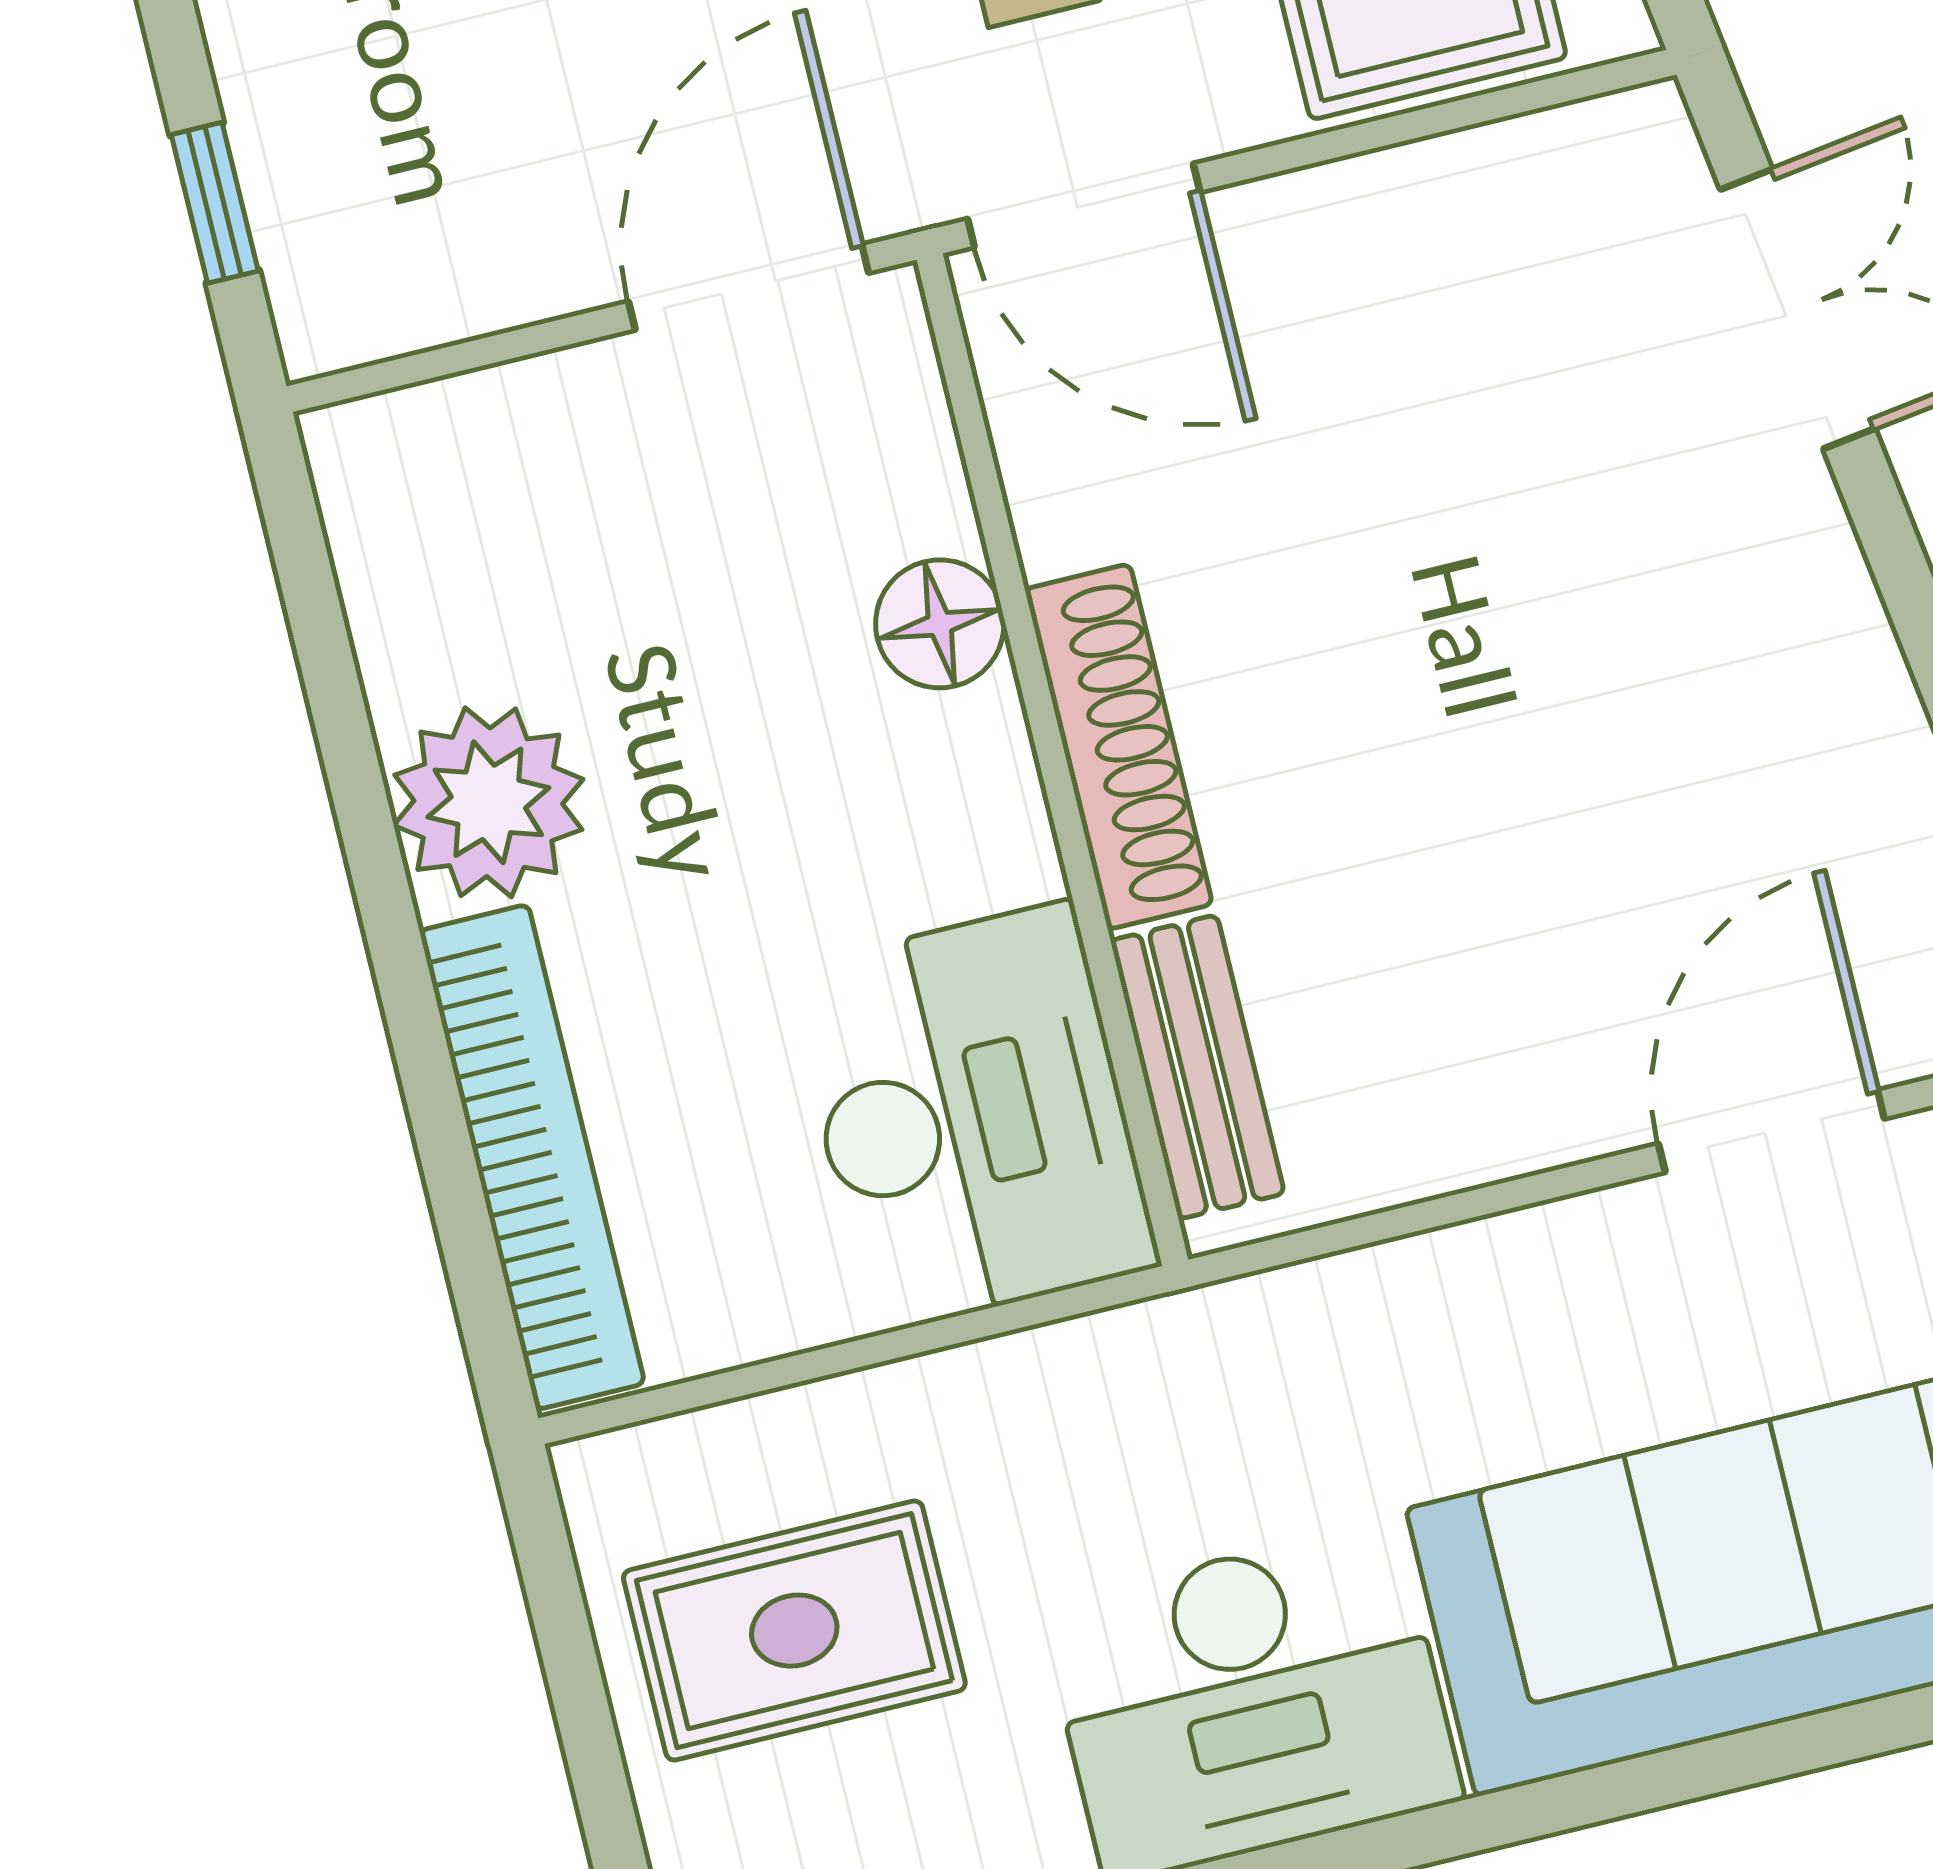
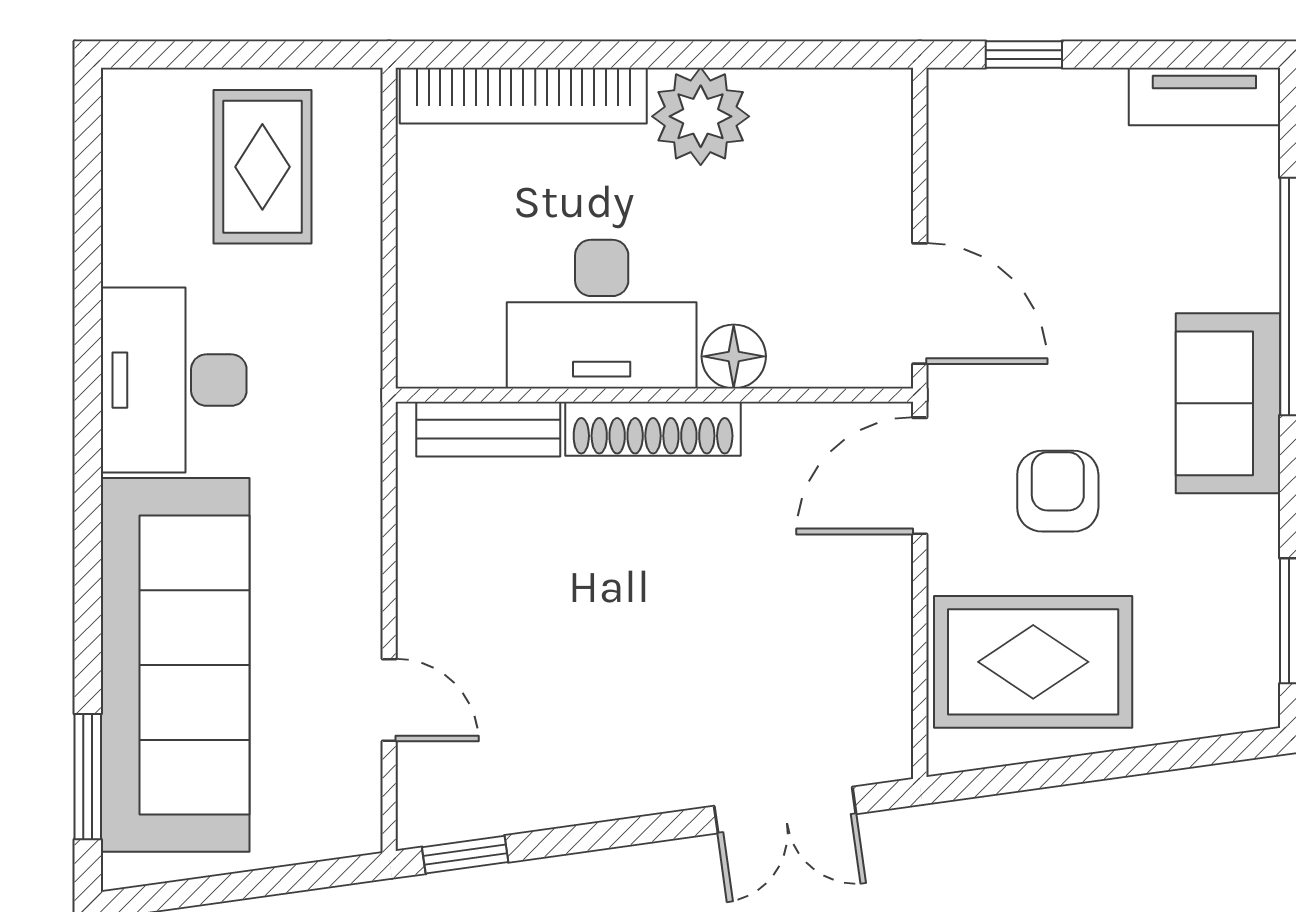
desk: (973, 1117) -> (602, 314), moved
door: (1771, 1131) -> (389, 700), width x0.73

